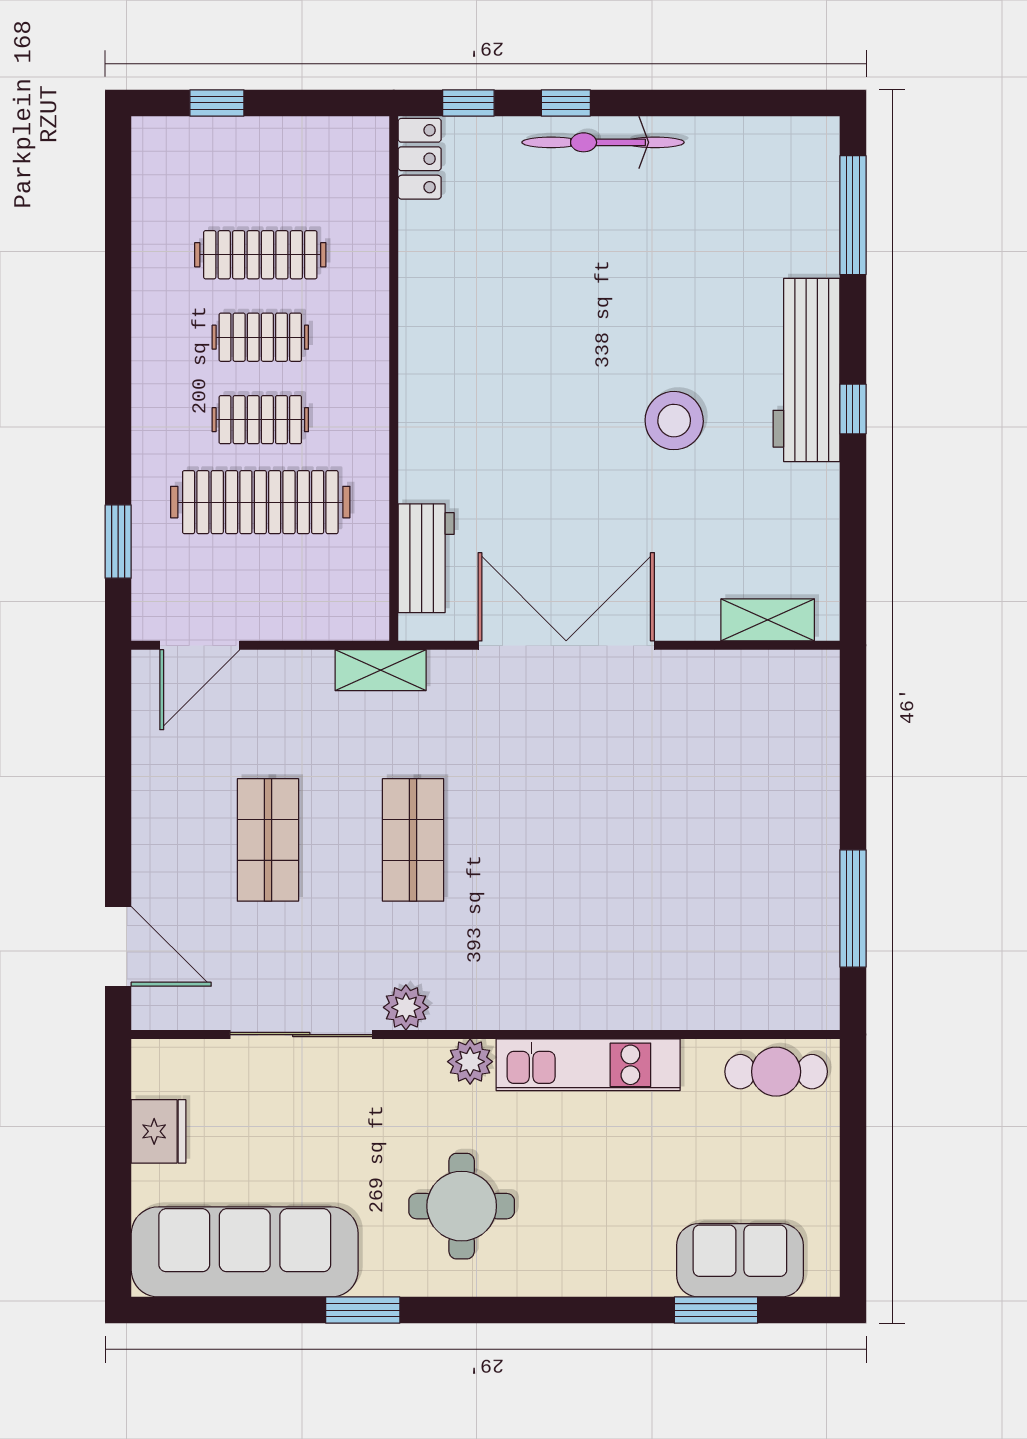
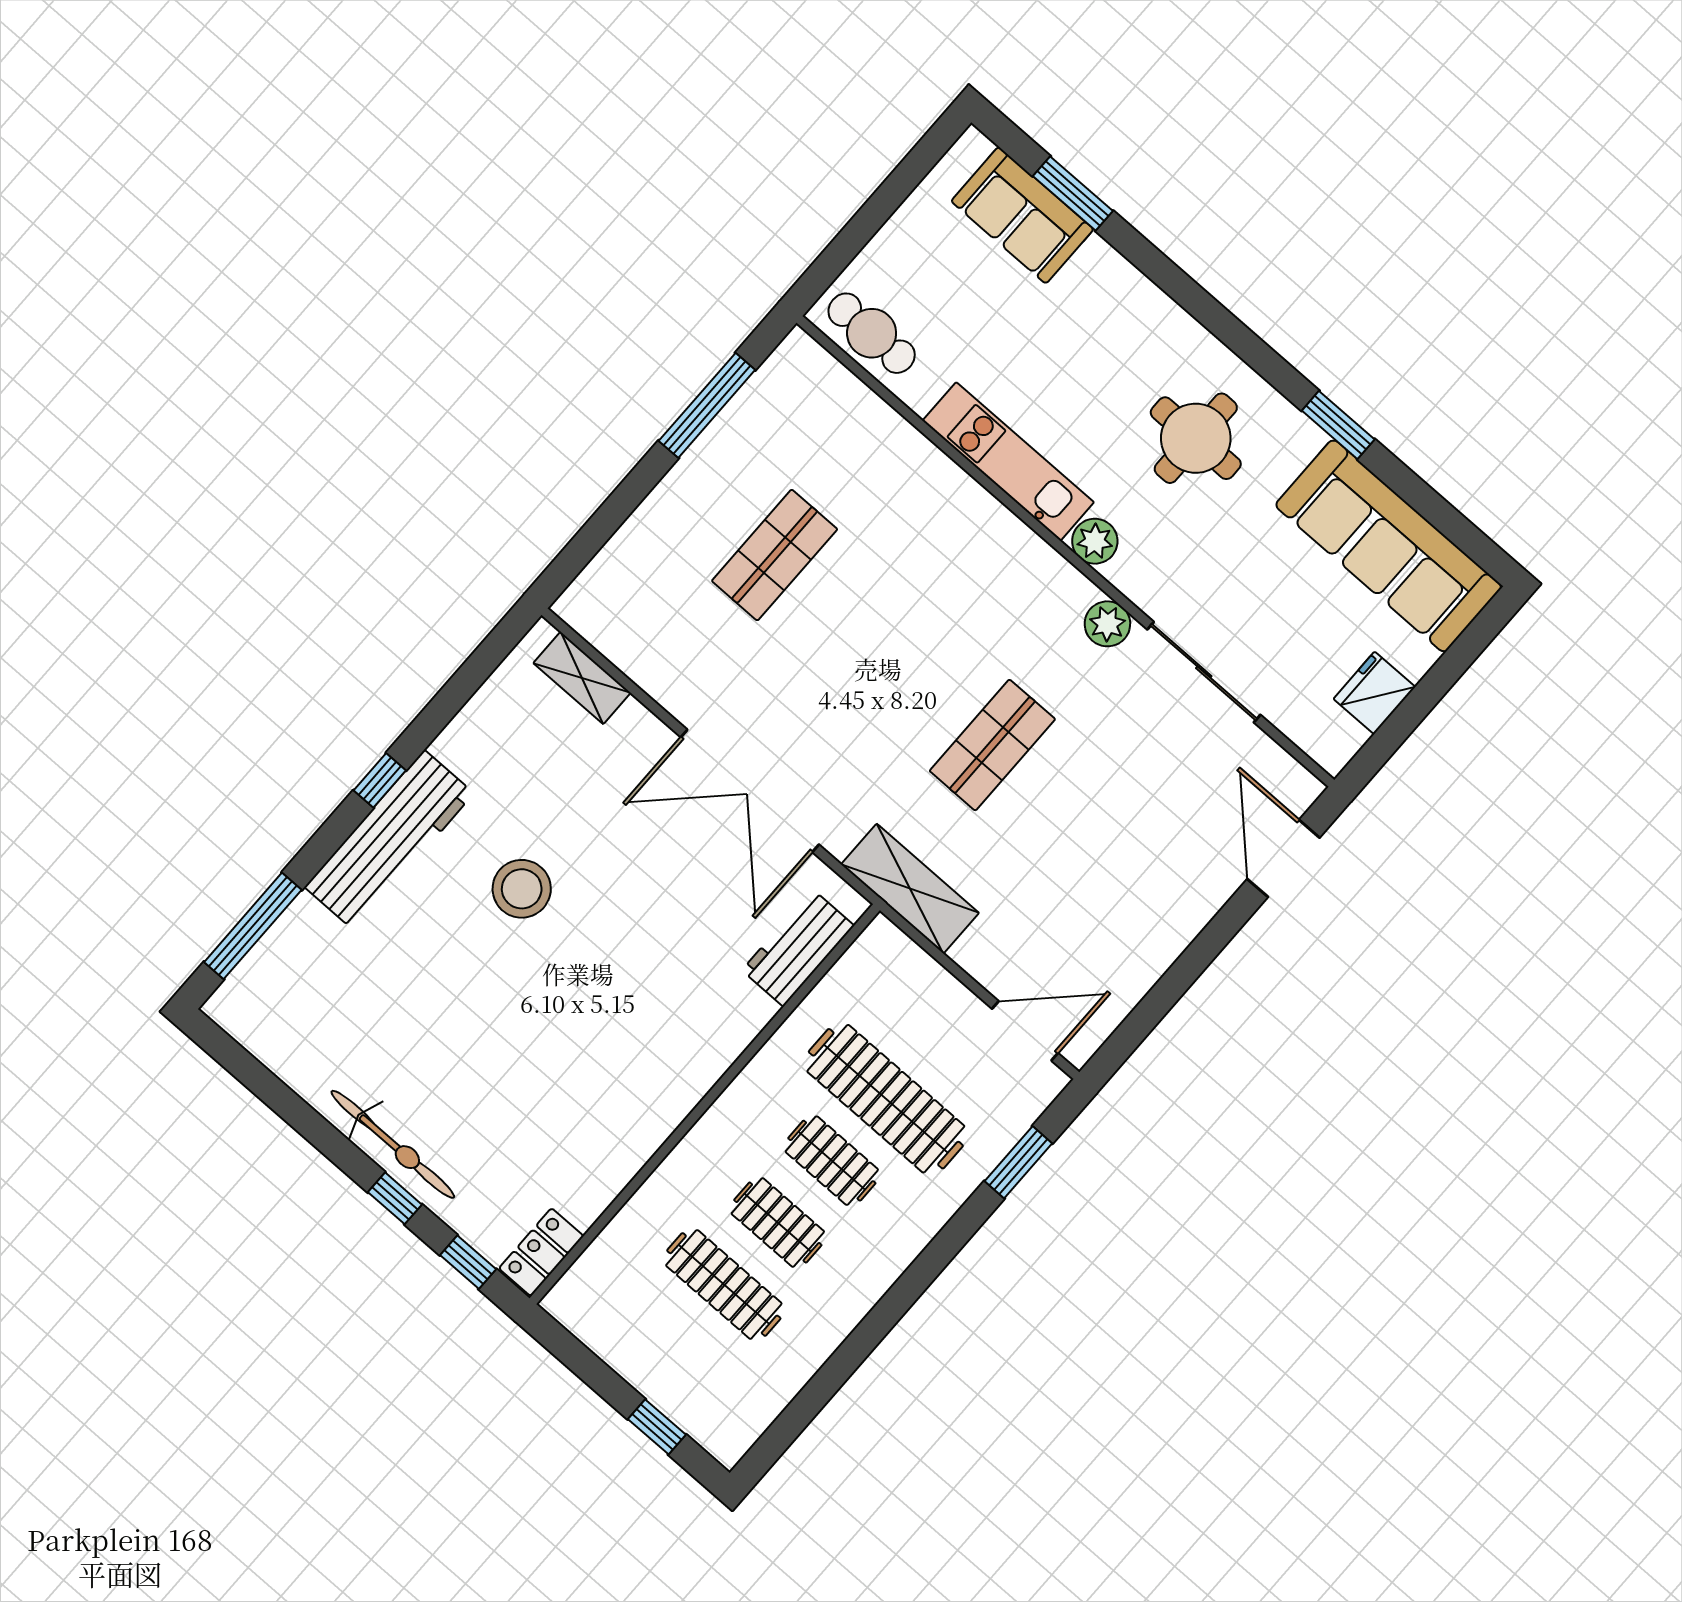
shelving: (381, 670) -> (910, 889), width x1.50, depth x1.33
shop shelf: (268, 840) -> (775, 555), moved

